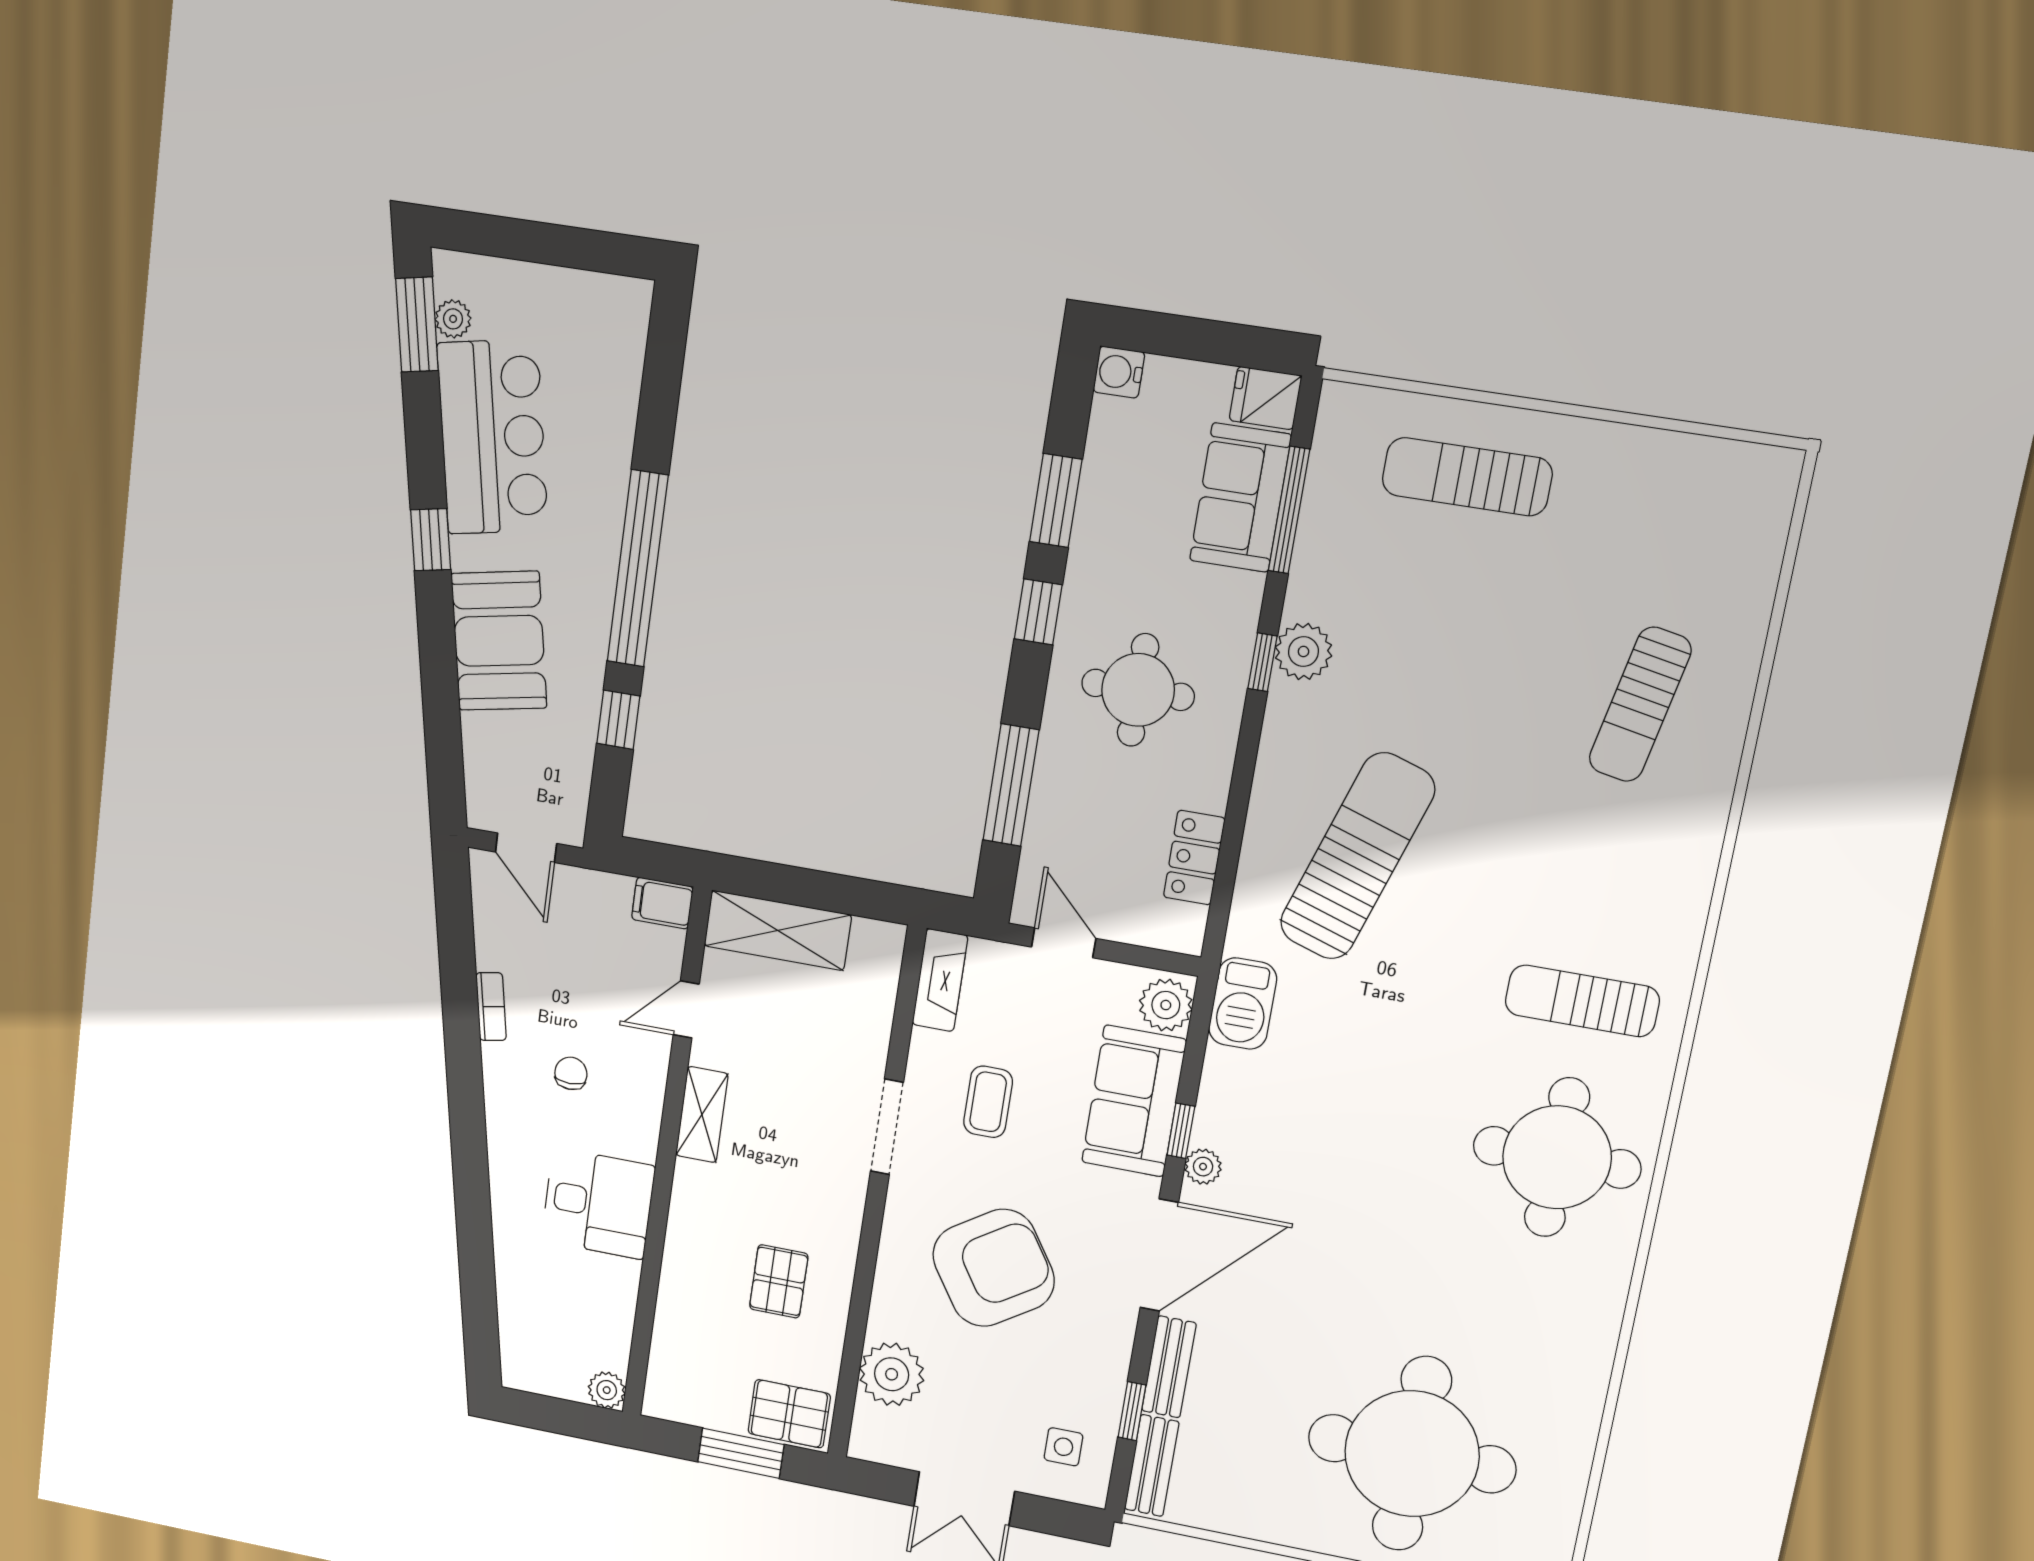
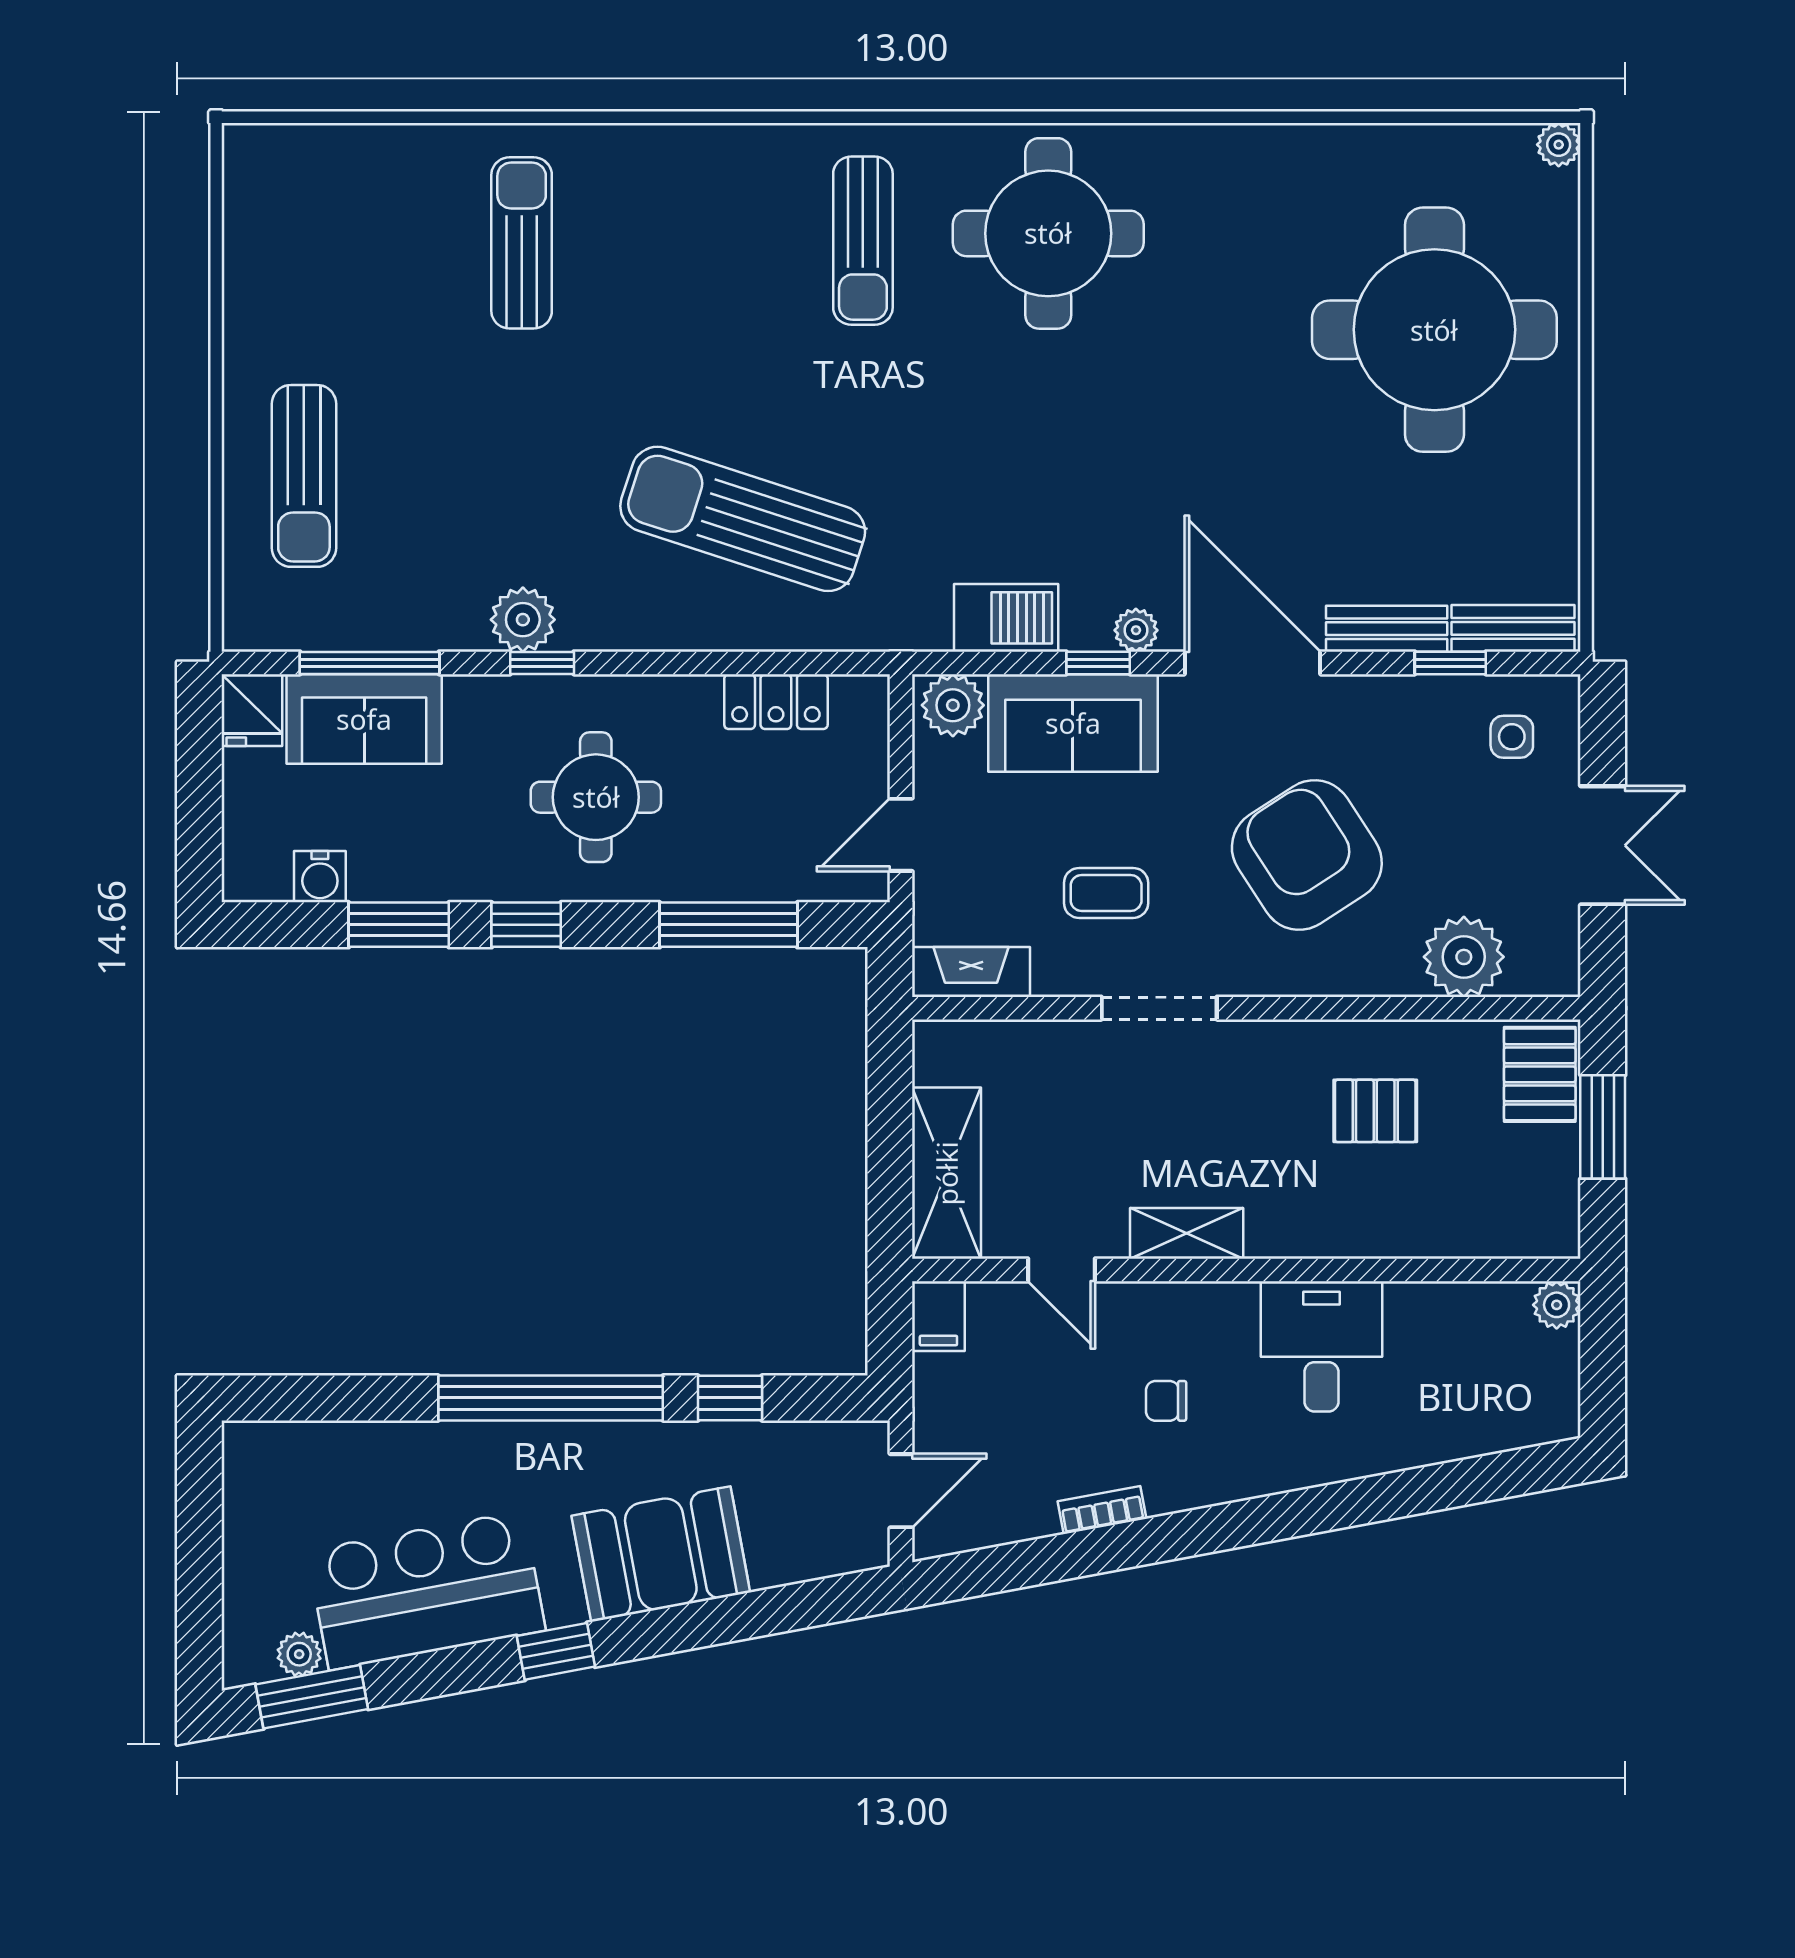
water cooler: (1119, 372) -> (320, 877), moved
sun lounger: (1640, 704) -> (522, 243), turned -101
barbecue: (1243, 1004) -> (1006, 618), moved

